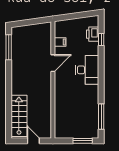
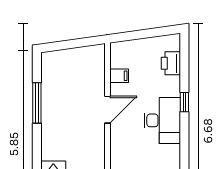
window: (101, 40) -> (184, 102), moved
window: (9, 47) -> (37, 103), moved

